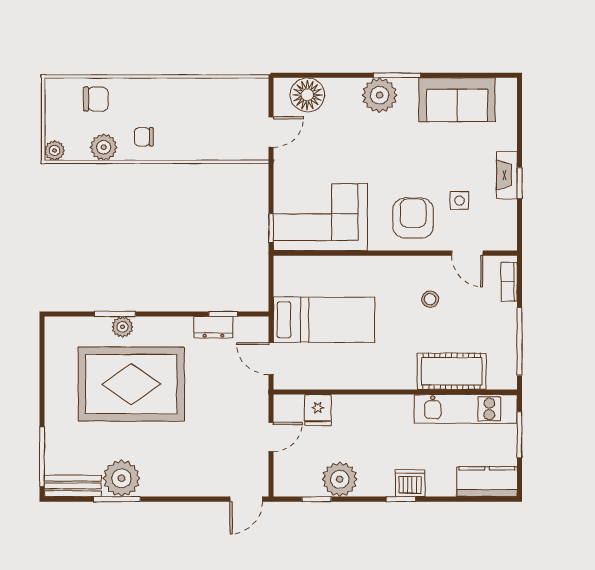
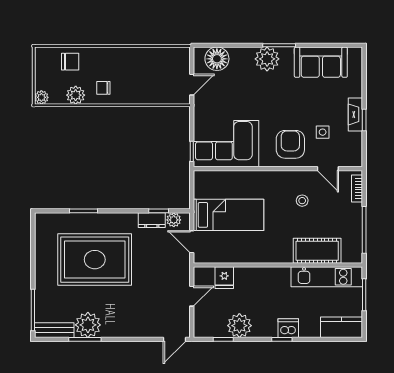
plant: (122, 327) -> (174, 220), moved

